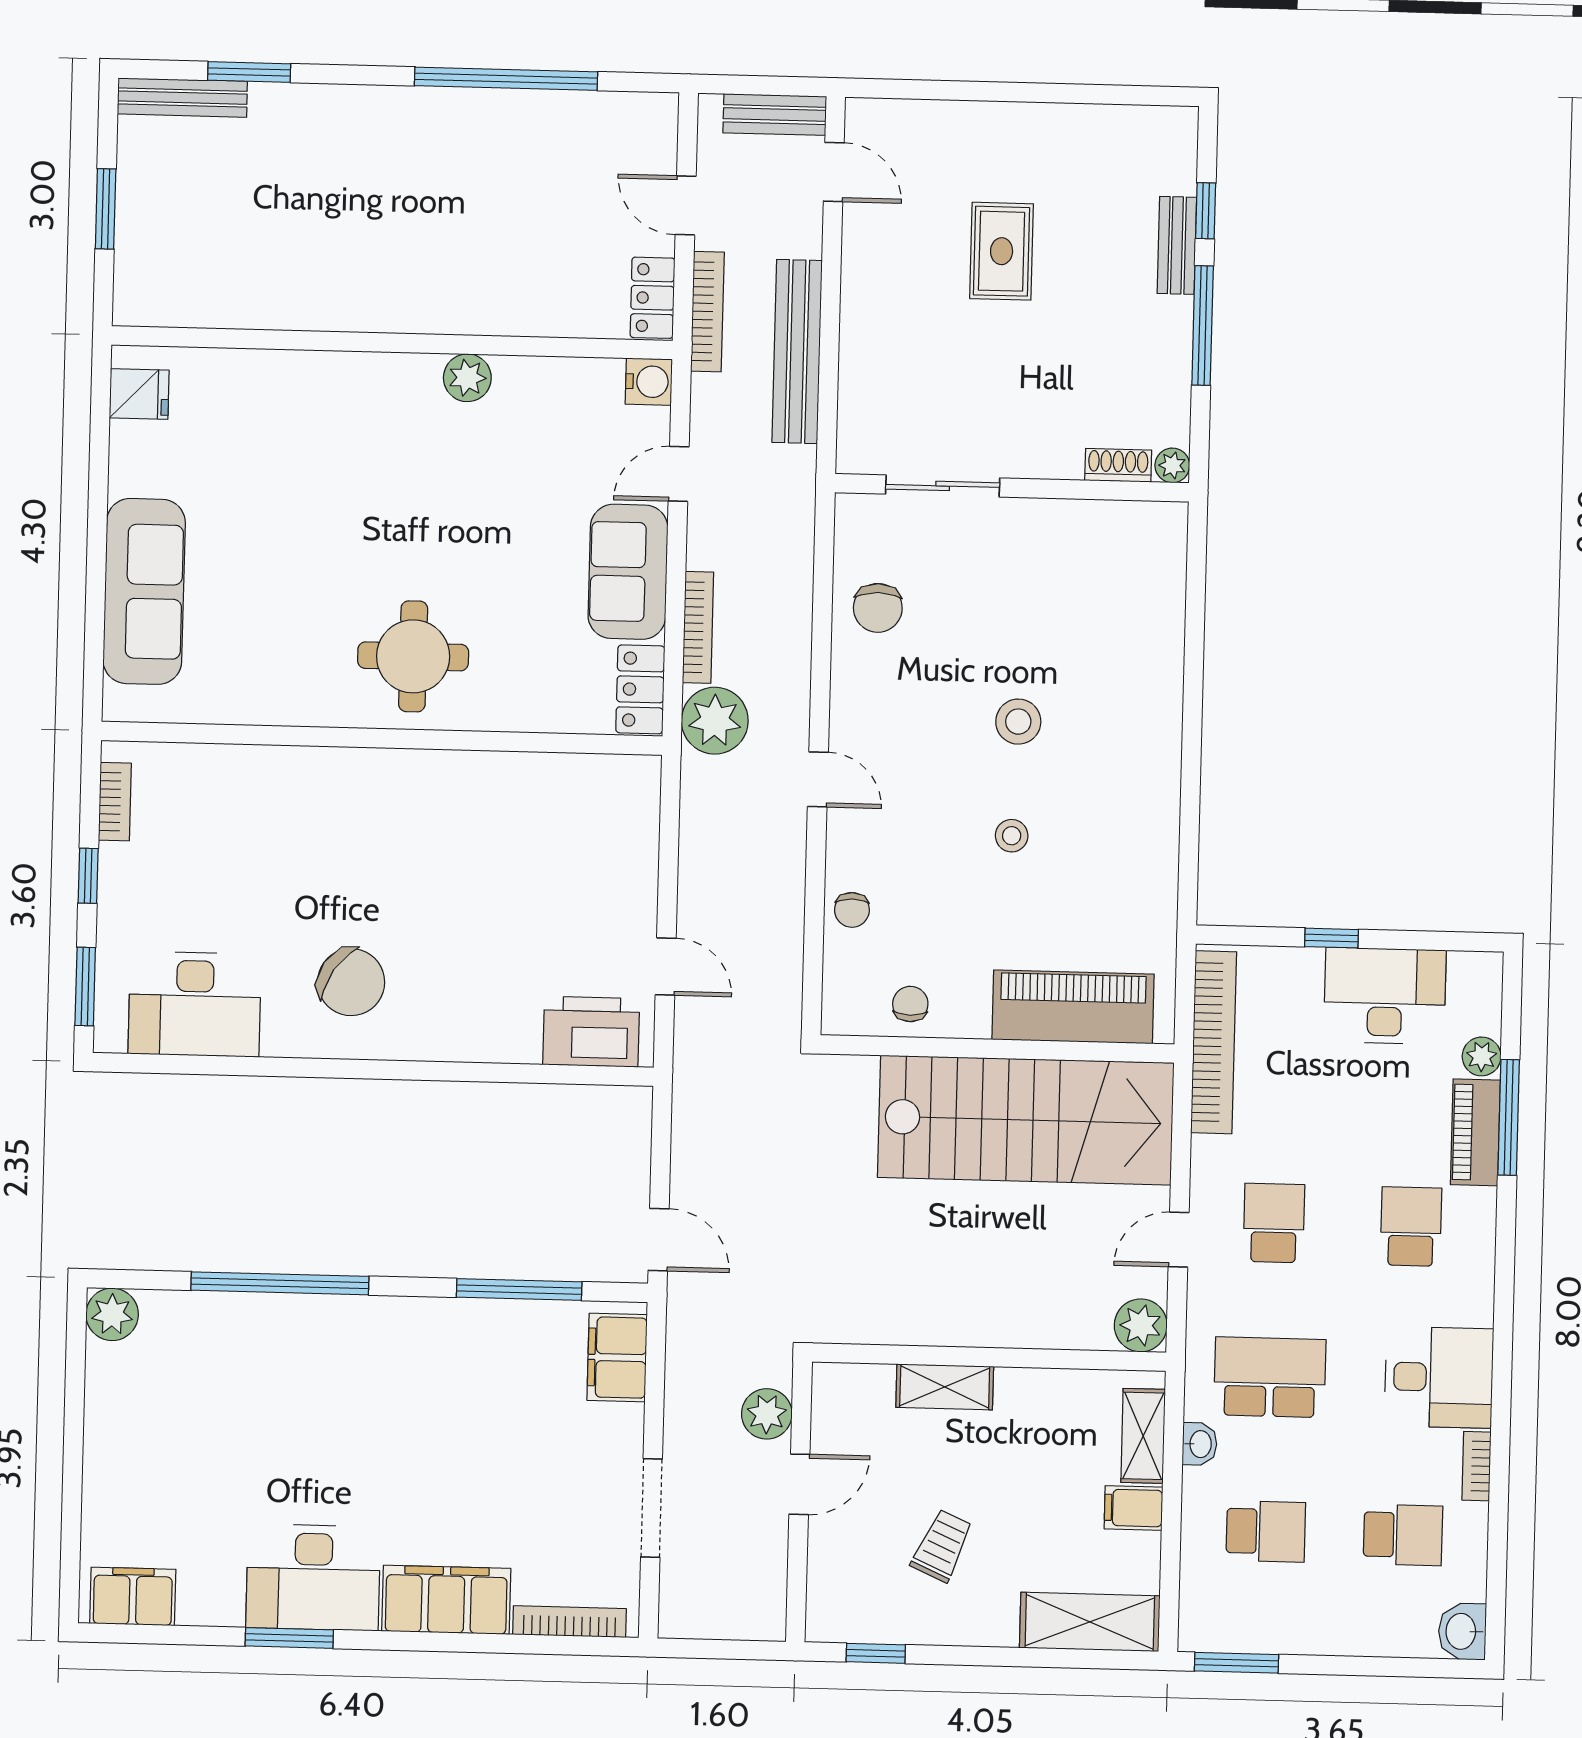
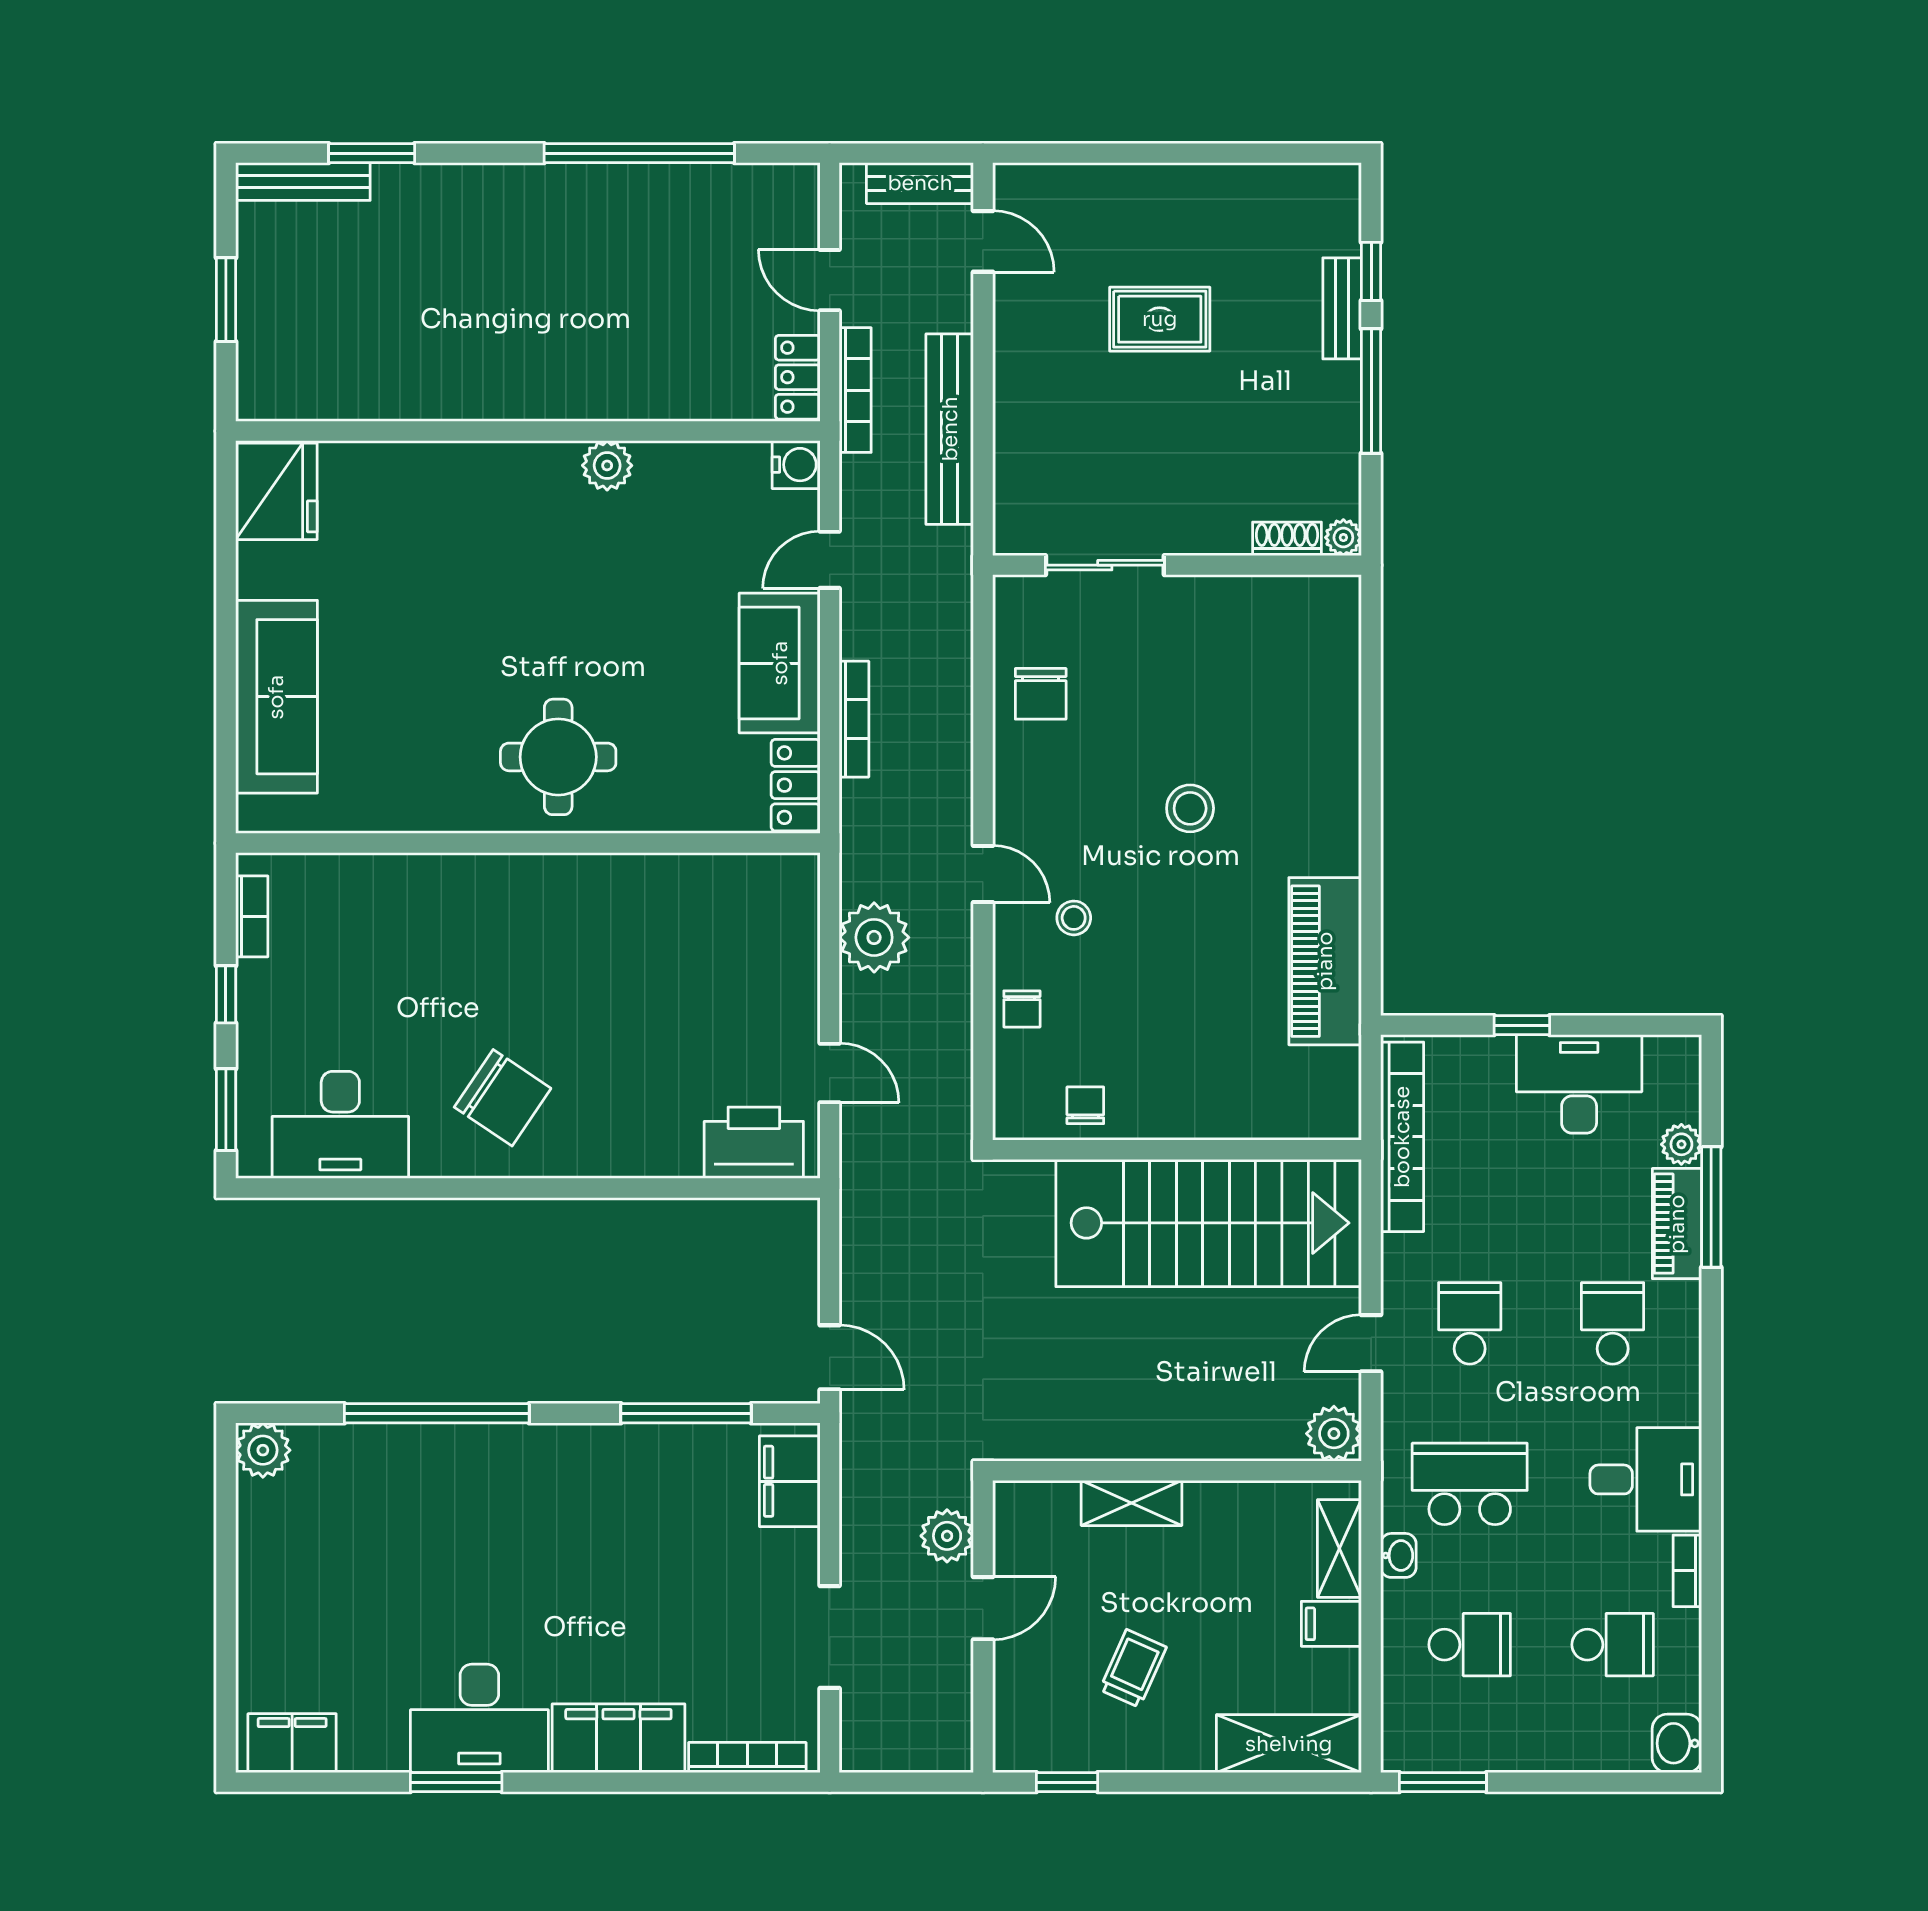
rug: (1002, 251) -> (1160, 319), turned 90
fridge: (139, 394) -> (276, 491), width x1.88, depth x1.34
plant: (715, 721) -> (874, 937), moved
stool: (1012, 836) -> (1074, 918), moved
piano: (1073, 1007) -> (1325, 961), moved, turned -90

